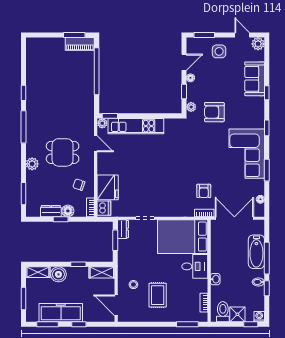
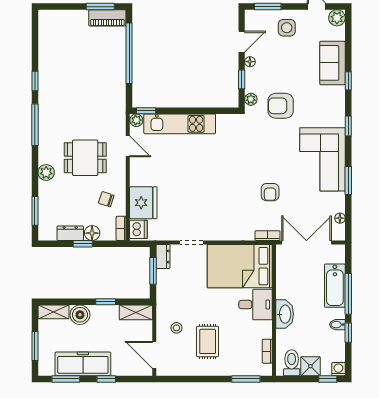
armchair: (204, 191) -> (270, 192), moved
washbasin: (215, 279) -> (285, 314), width x1.91, depth x1.45

